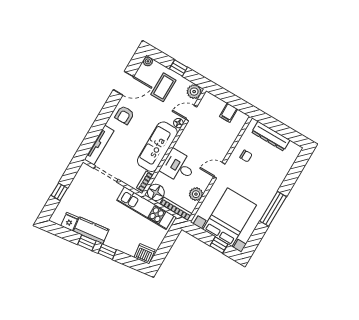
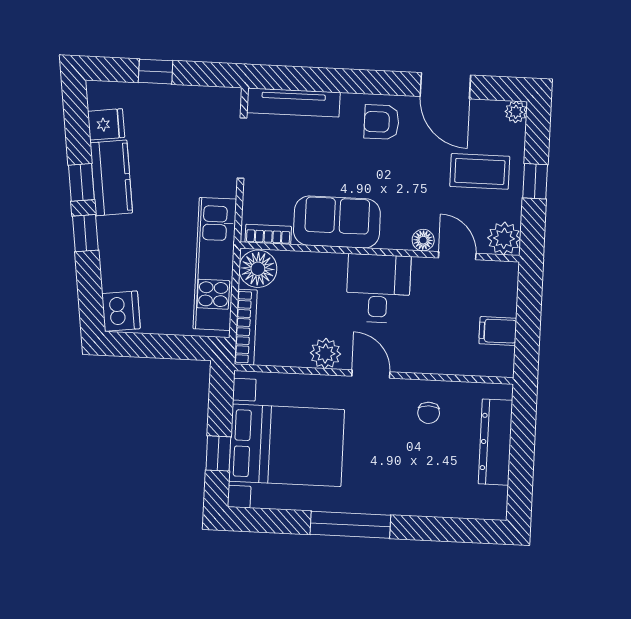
sofa: (157, 147) -> (337, 222), width x0.73
desk: (178, 166) -> (378, 288), moved
plant: (196, 194) -> (325, 353), moved

